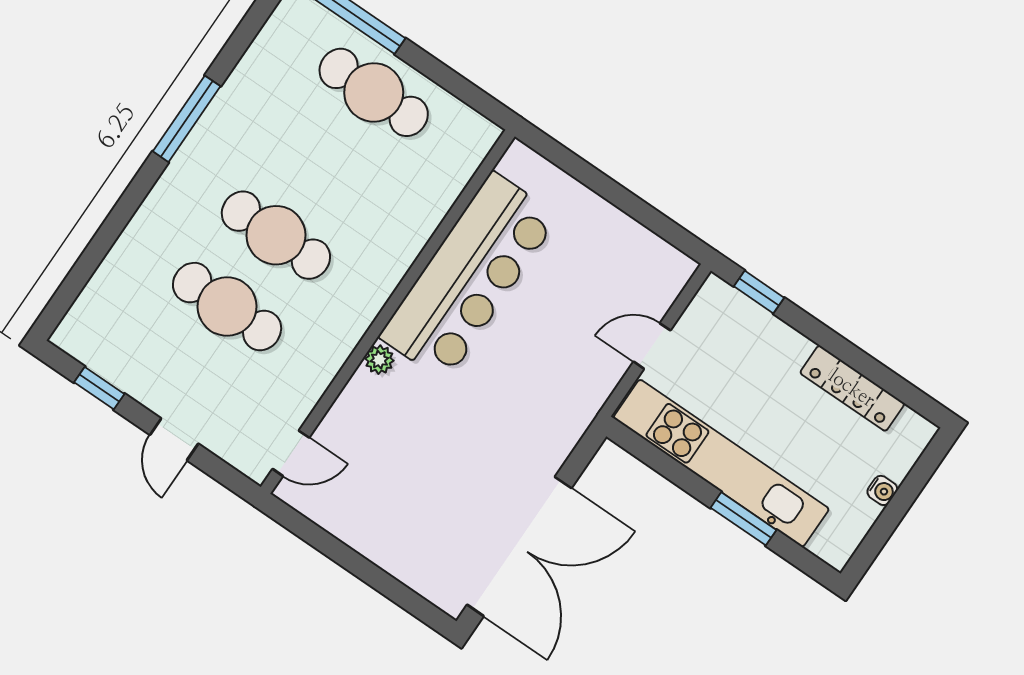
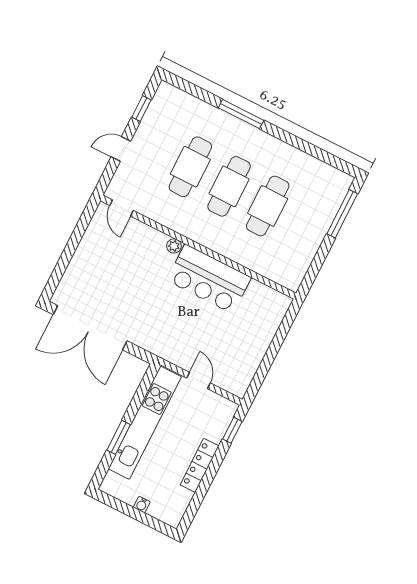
cafe table: (374, 92) -> (268, 206), moved
window: (187, 119) -> (241, 114), moved
bar counter: (469, 277) -> (209, 279), width x0.73
locker: (852, 388) -> (200, 465), moved

